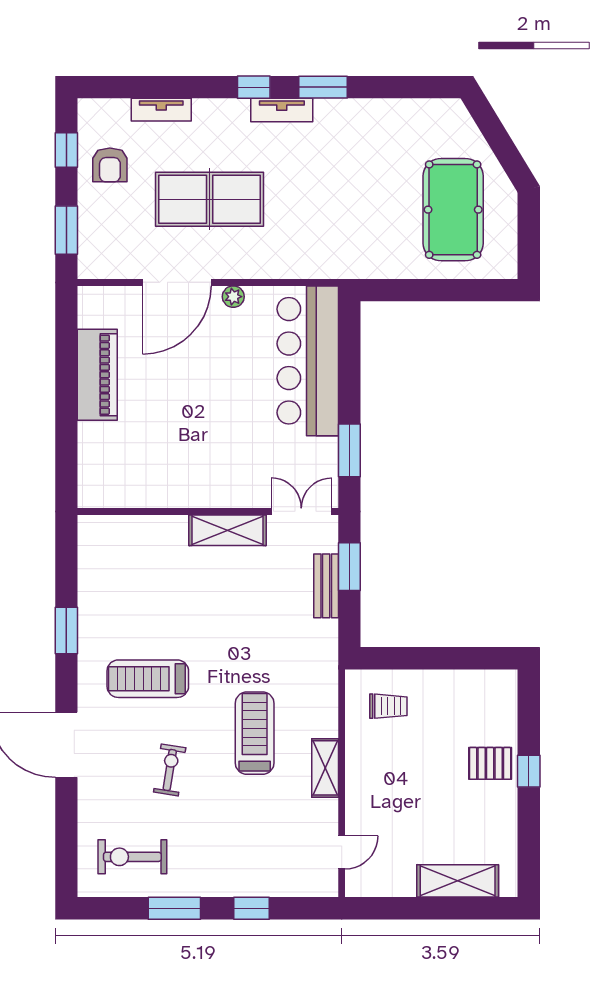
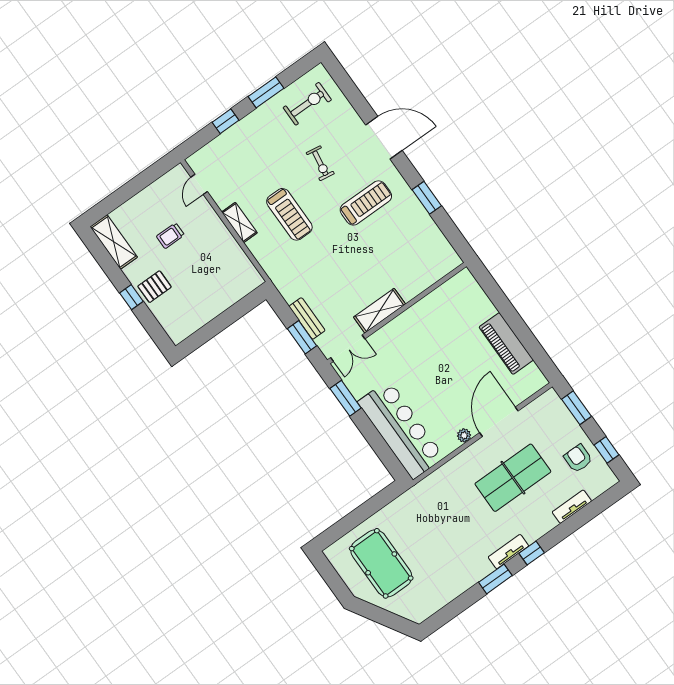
trolley: (388, 706) -> (170, 236), moved
shelving: (458, 881) -> (114, 242), moved, turned 90

